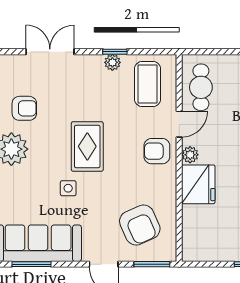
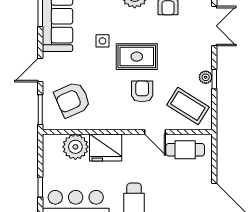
coffee table: (148, 84) -> (188, 106), turned 32
armchair: (157, 151) -> (142, 91), moved
plant: (190, 155) -> (75, 147), moved, width x1.87, depth x1.87

